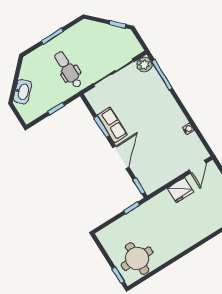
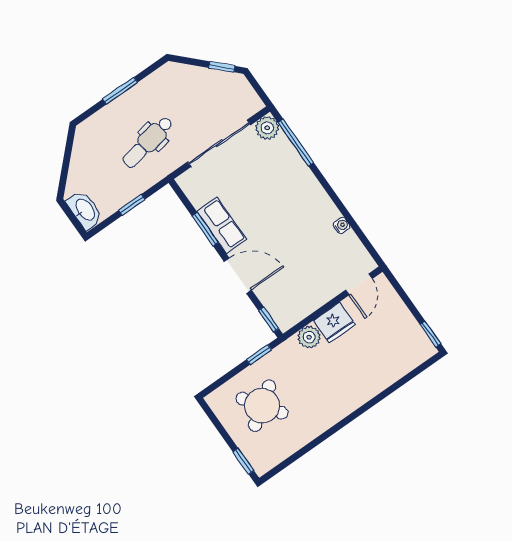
dental chair: (68, 70) -> (148, 142), turned -101
washbasin: (23, 92) -> (85, 210), moved, turned -45
door: (121, 157) -> (238, 276), hinge flipped
plant: (164, 199) -> (309, 337), added
round table: (137, 259) -> (262, 406), moved, turned -35

